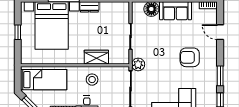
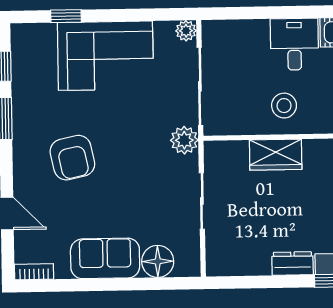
armchair: (190, 57) -> (72, 158), turned 78

